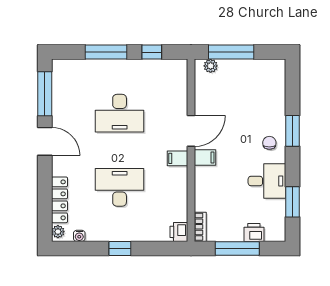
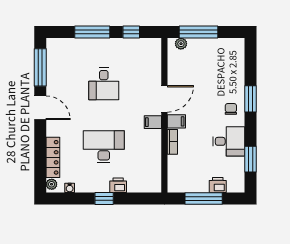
desk: (120, 113) -> (104, 84), width x0.73
bookcase: (200, 227) -> (172, 142), moved
printer: (179, 232) -> (118, 185), moved, turned 90

